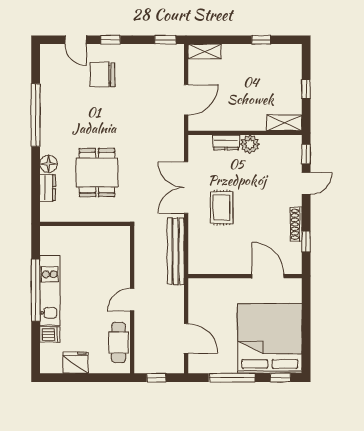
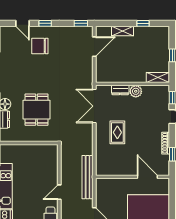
shelving: (205, 51) -> (123, 31), moved
door: (186, 100) -> (94, 47), moved
double door: (186, 188) -> (94, 106), moved
bench: (176, 251) -> (88, 177), moved

